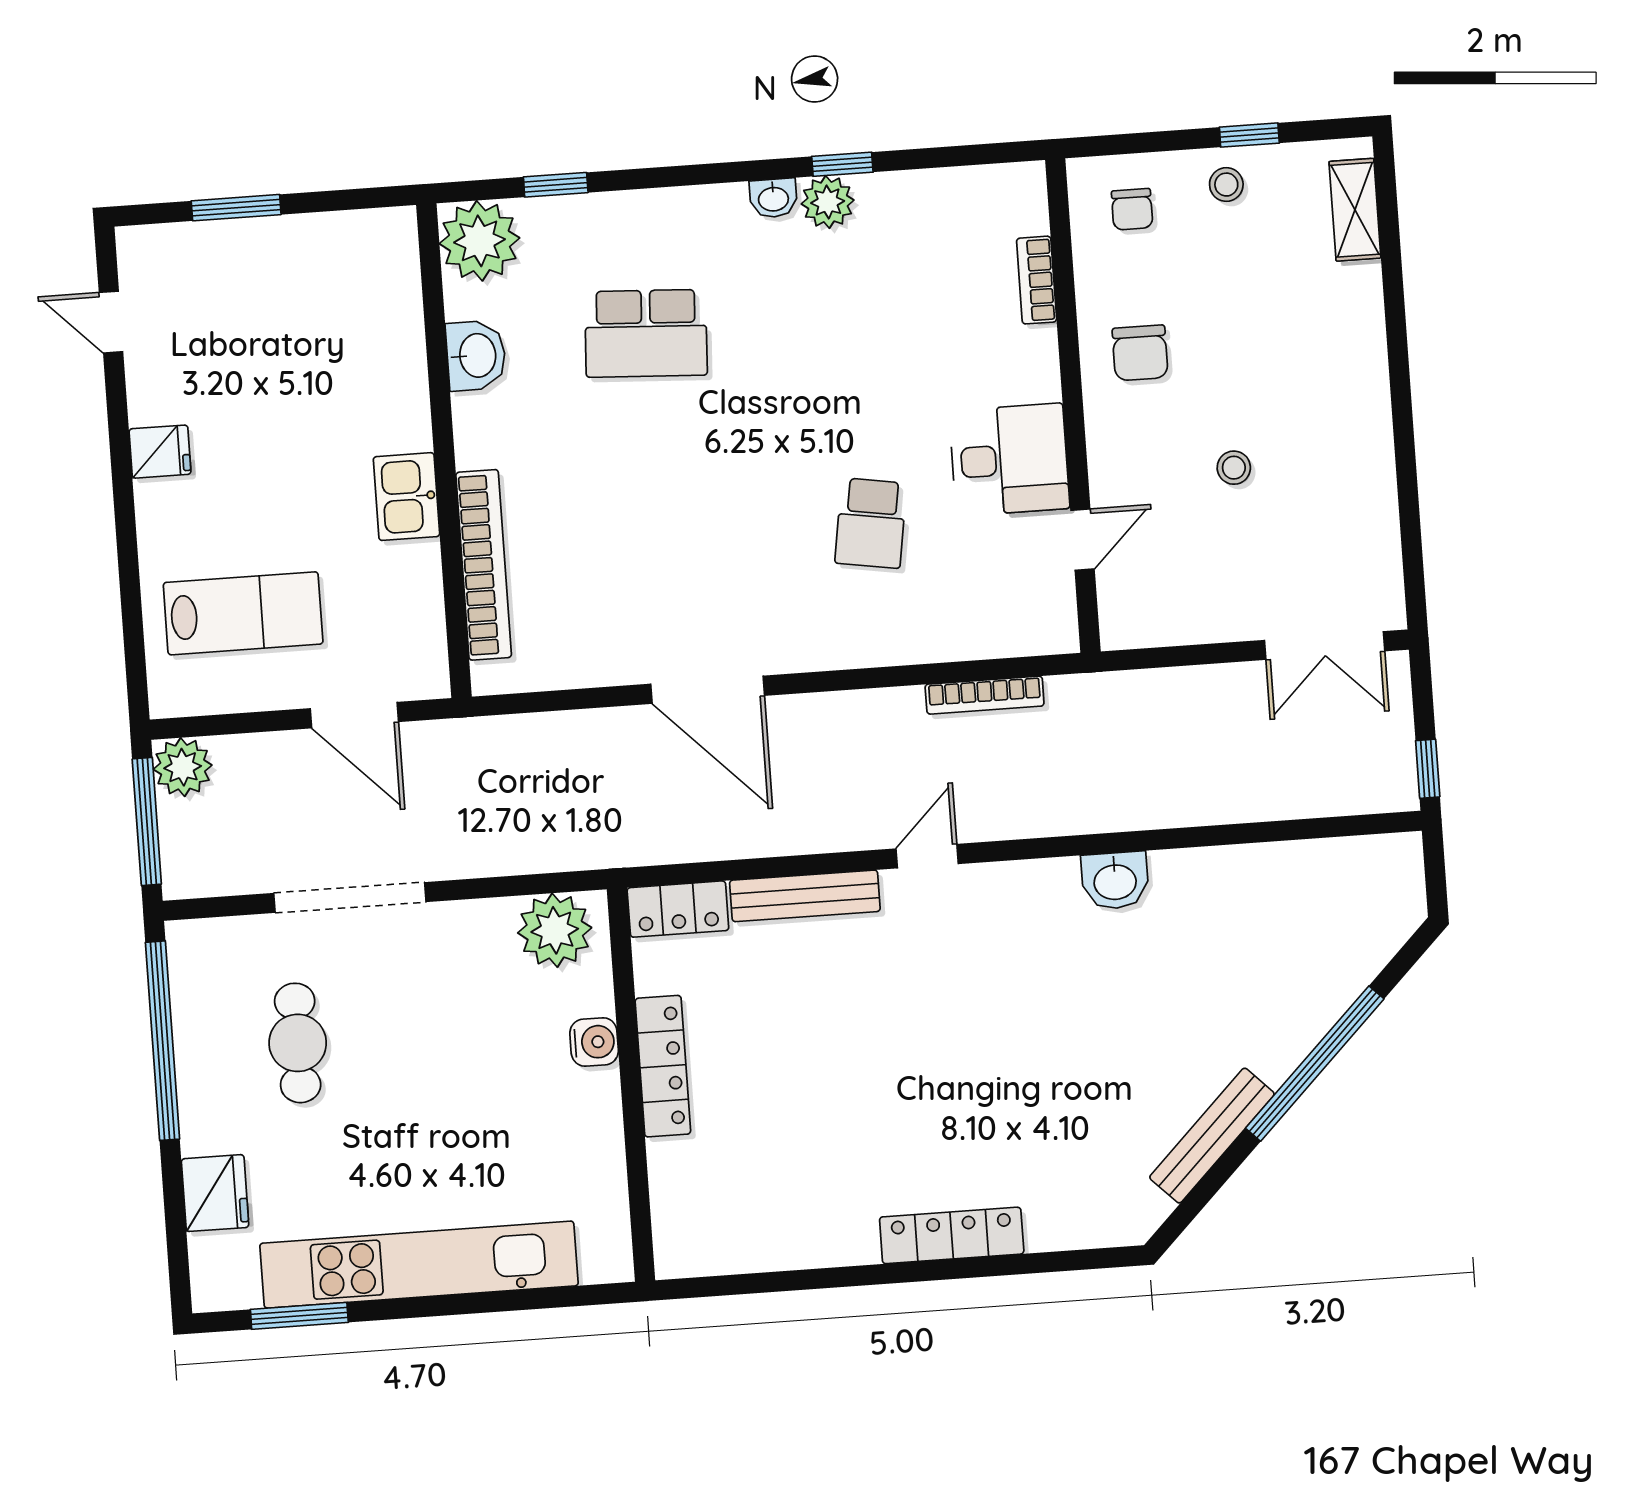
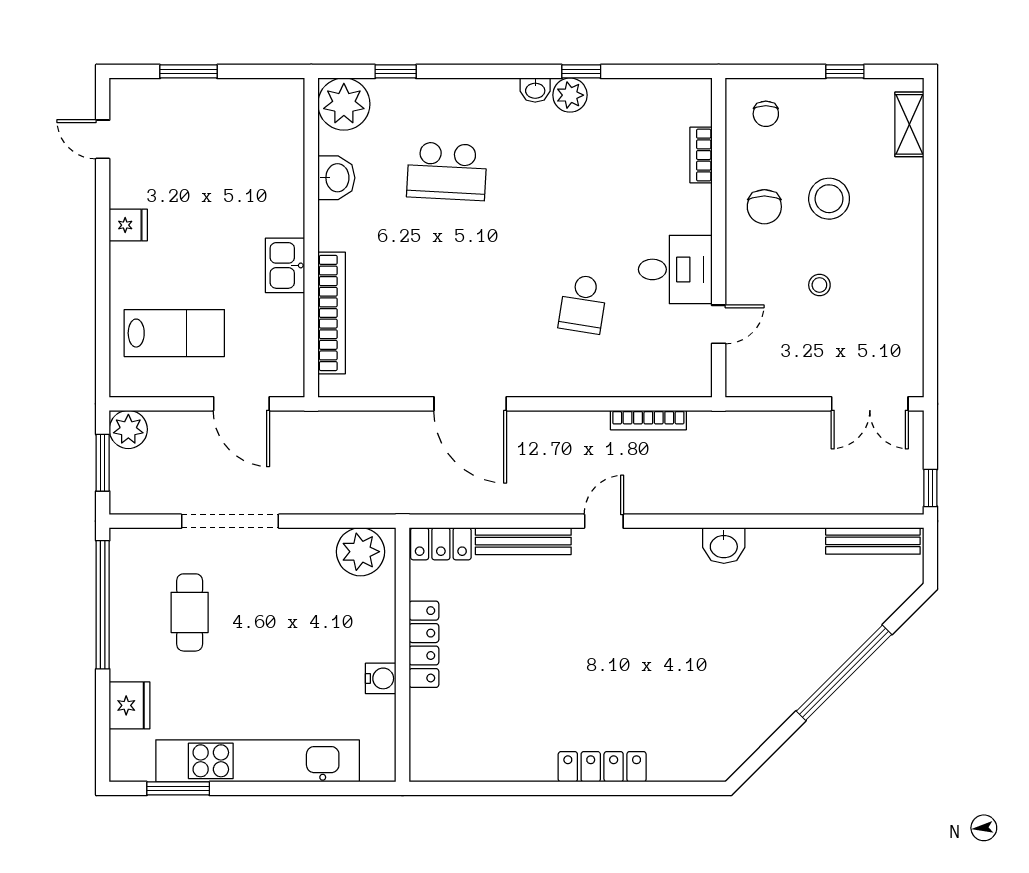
stool: (1226, 185) -> (829, 199), moved, width x1.89, depth x1.89
window: (147, 822) -> (103, 463), width x0.69
water cooler: (594, 1042) -> (381, 678), moved
bench: (1212, 1136) -> (873, 541), moved, turned 45

